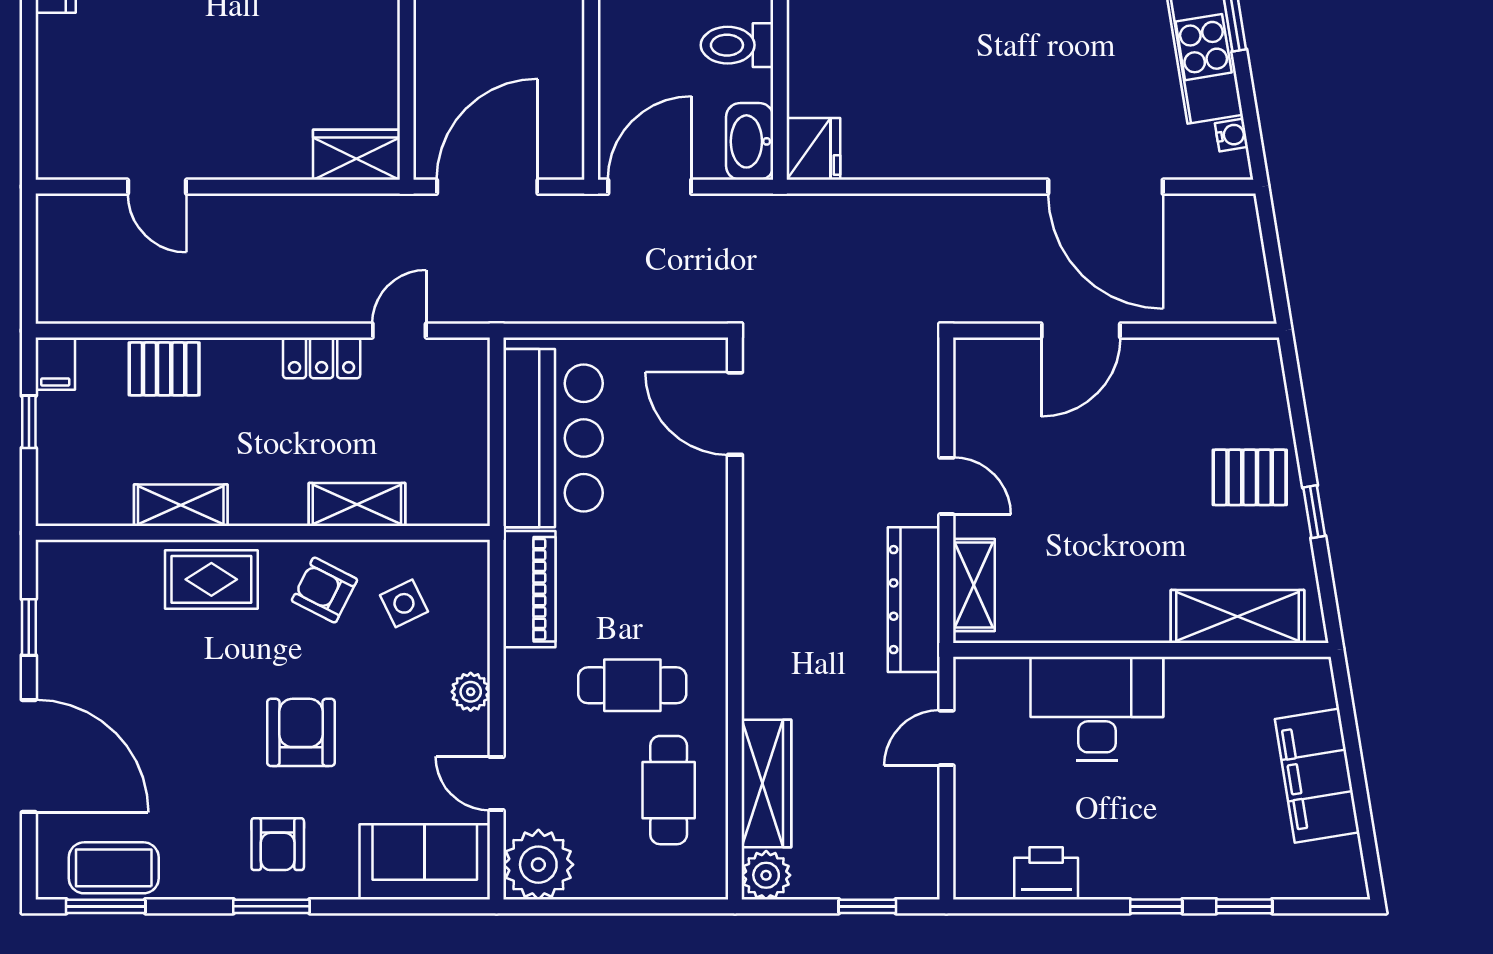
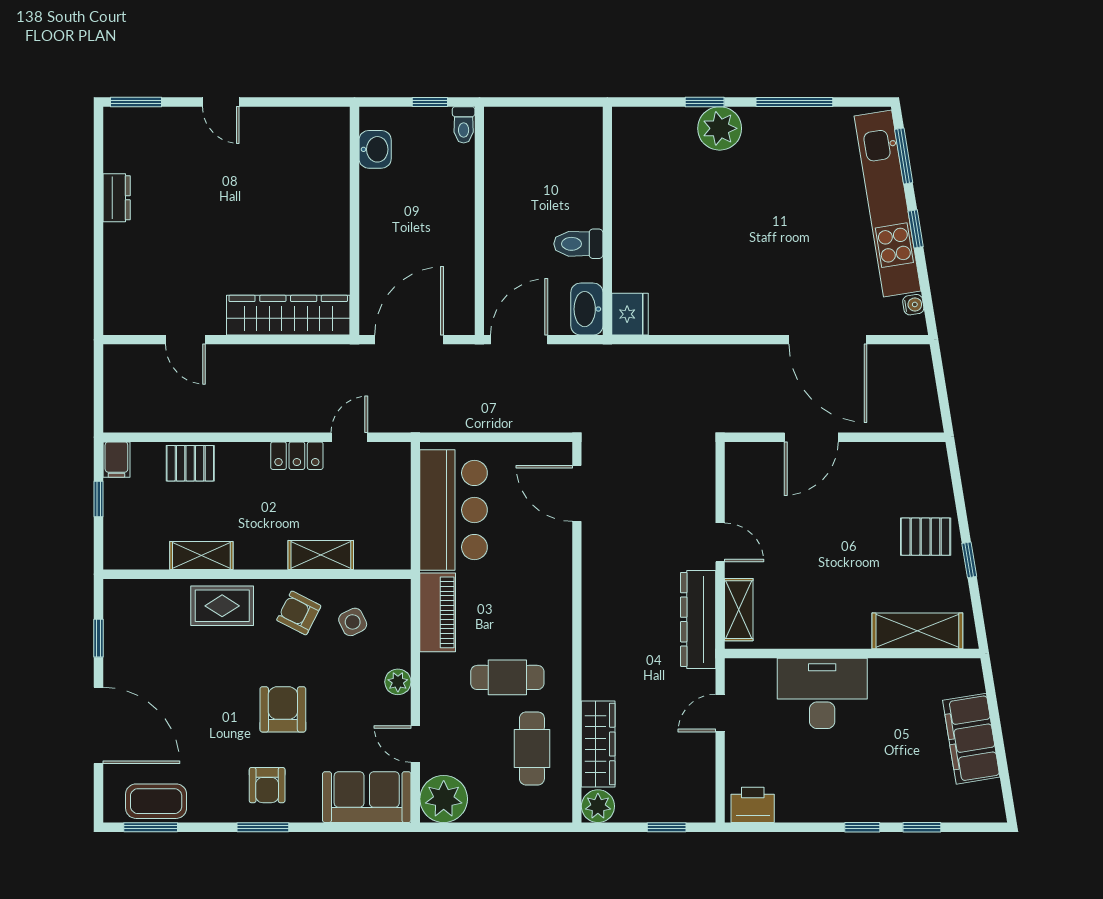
wardrobe: (356, 155) -> (288, 315), width x2.10, depth x1.17
printer: (1046, 873) -> (753, 805), moved

